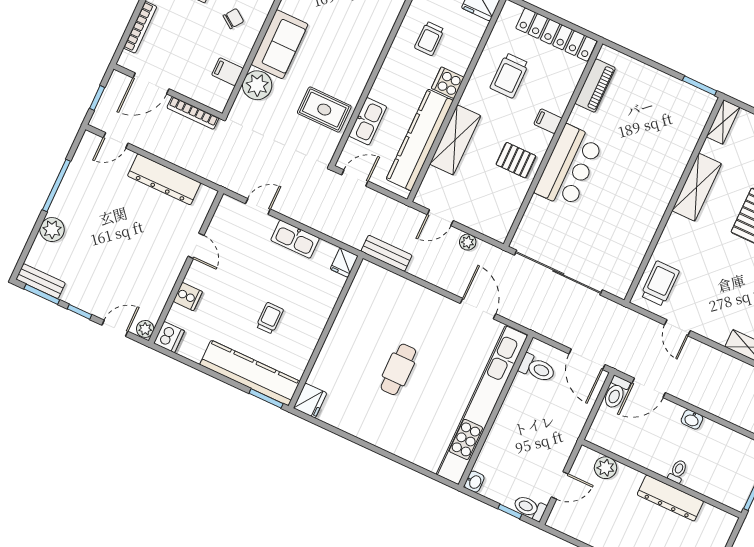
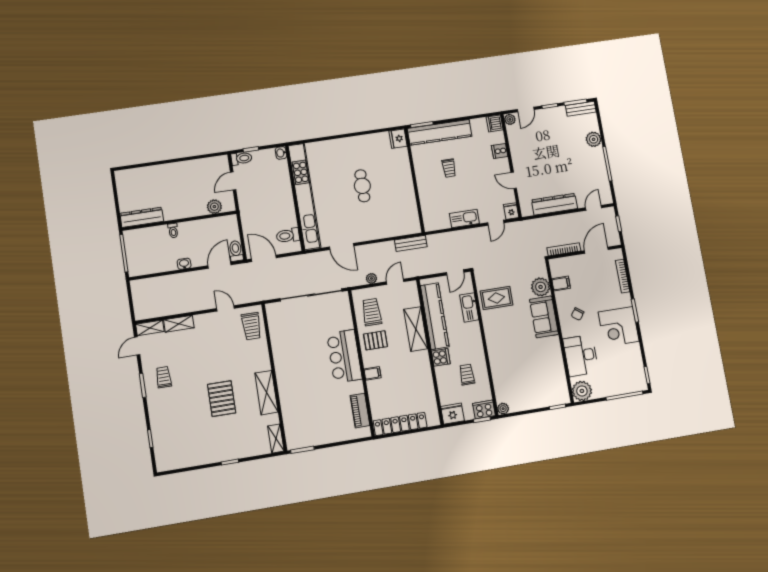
trolley: (509, 75) -> (372, 312), moved
fridge: (344, 263) -> (511, 211), moved
dresser: (670, 498) -> (142, 217), moved

